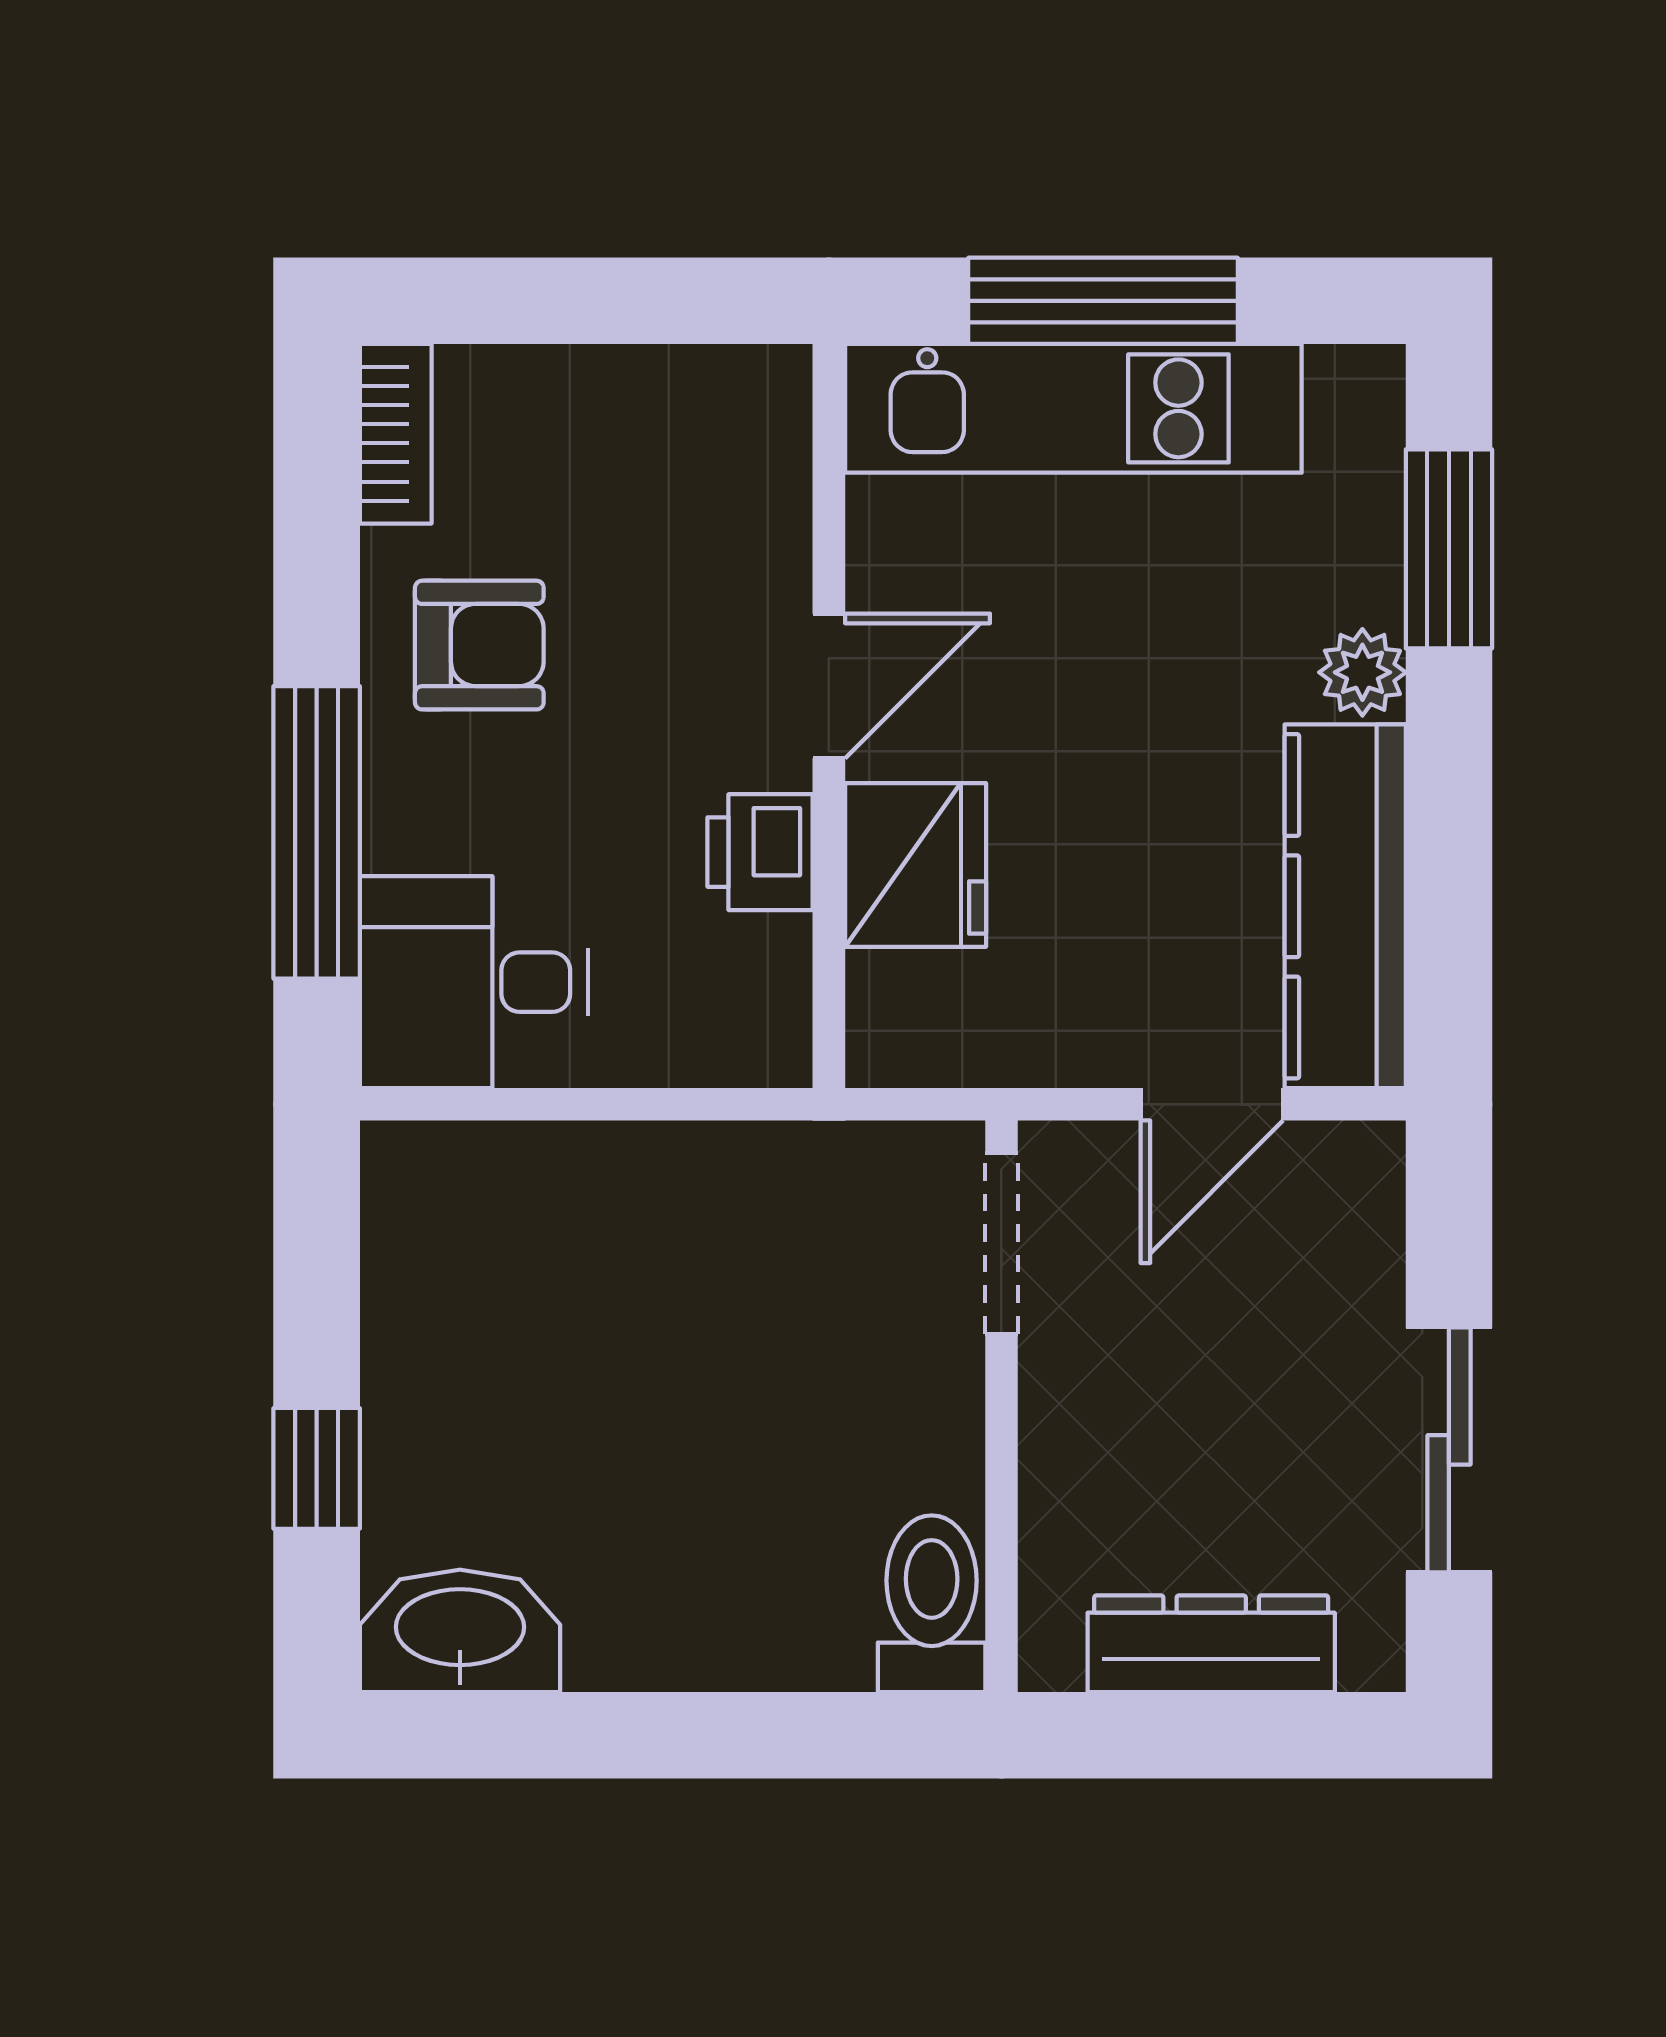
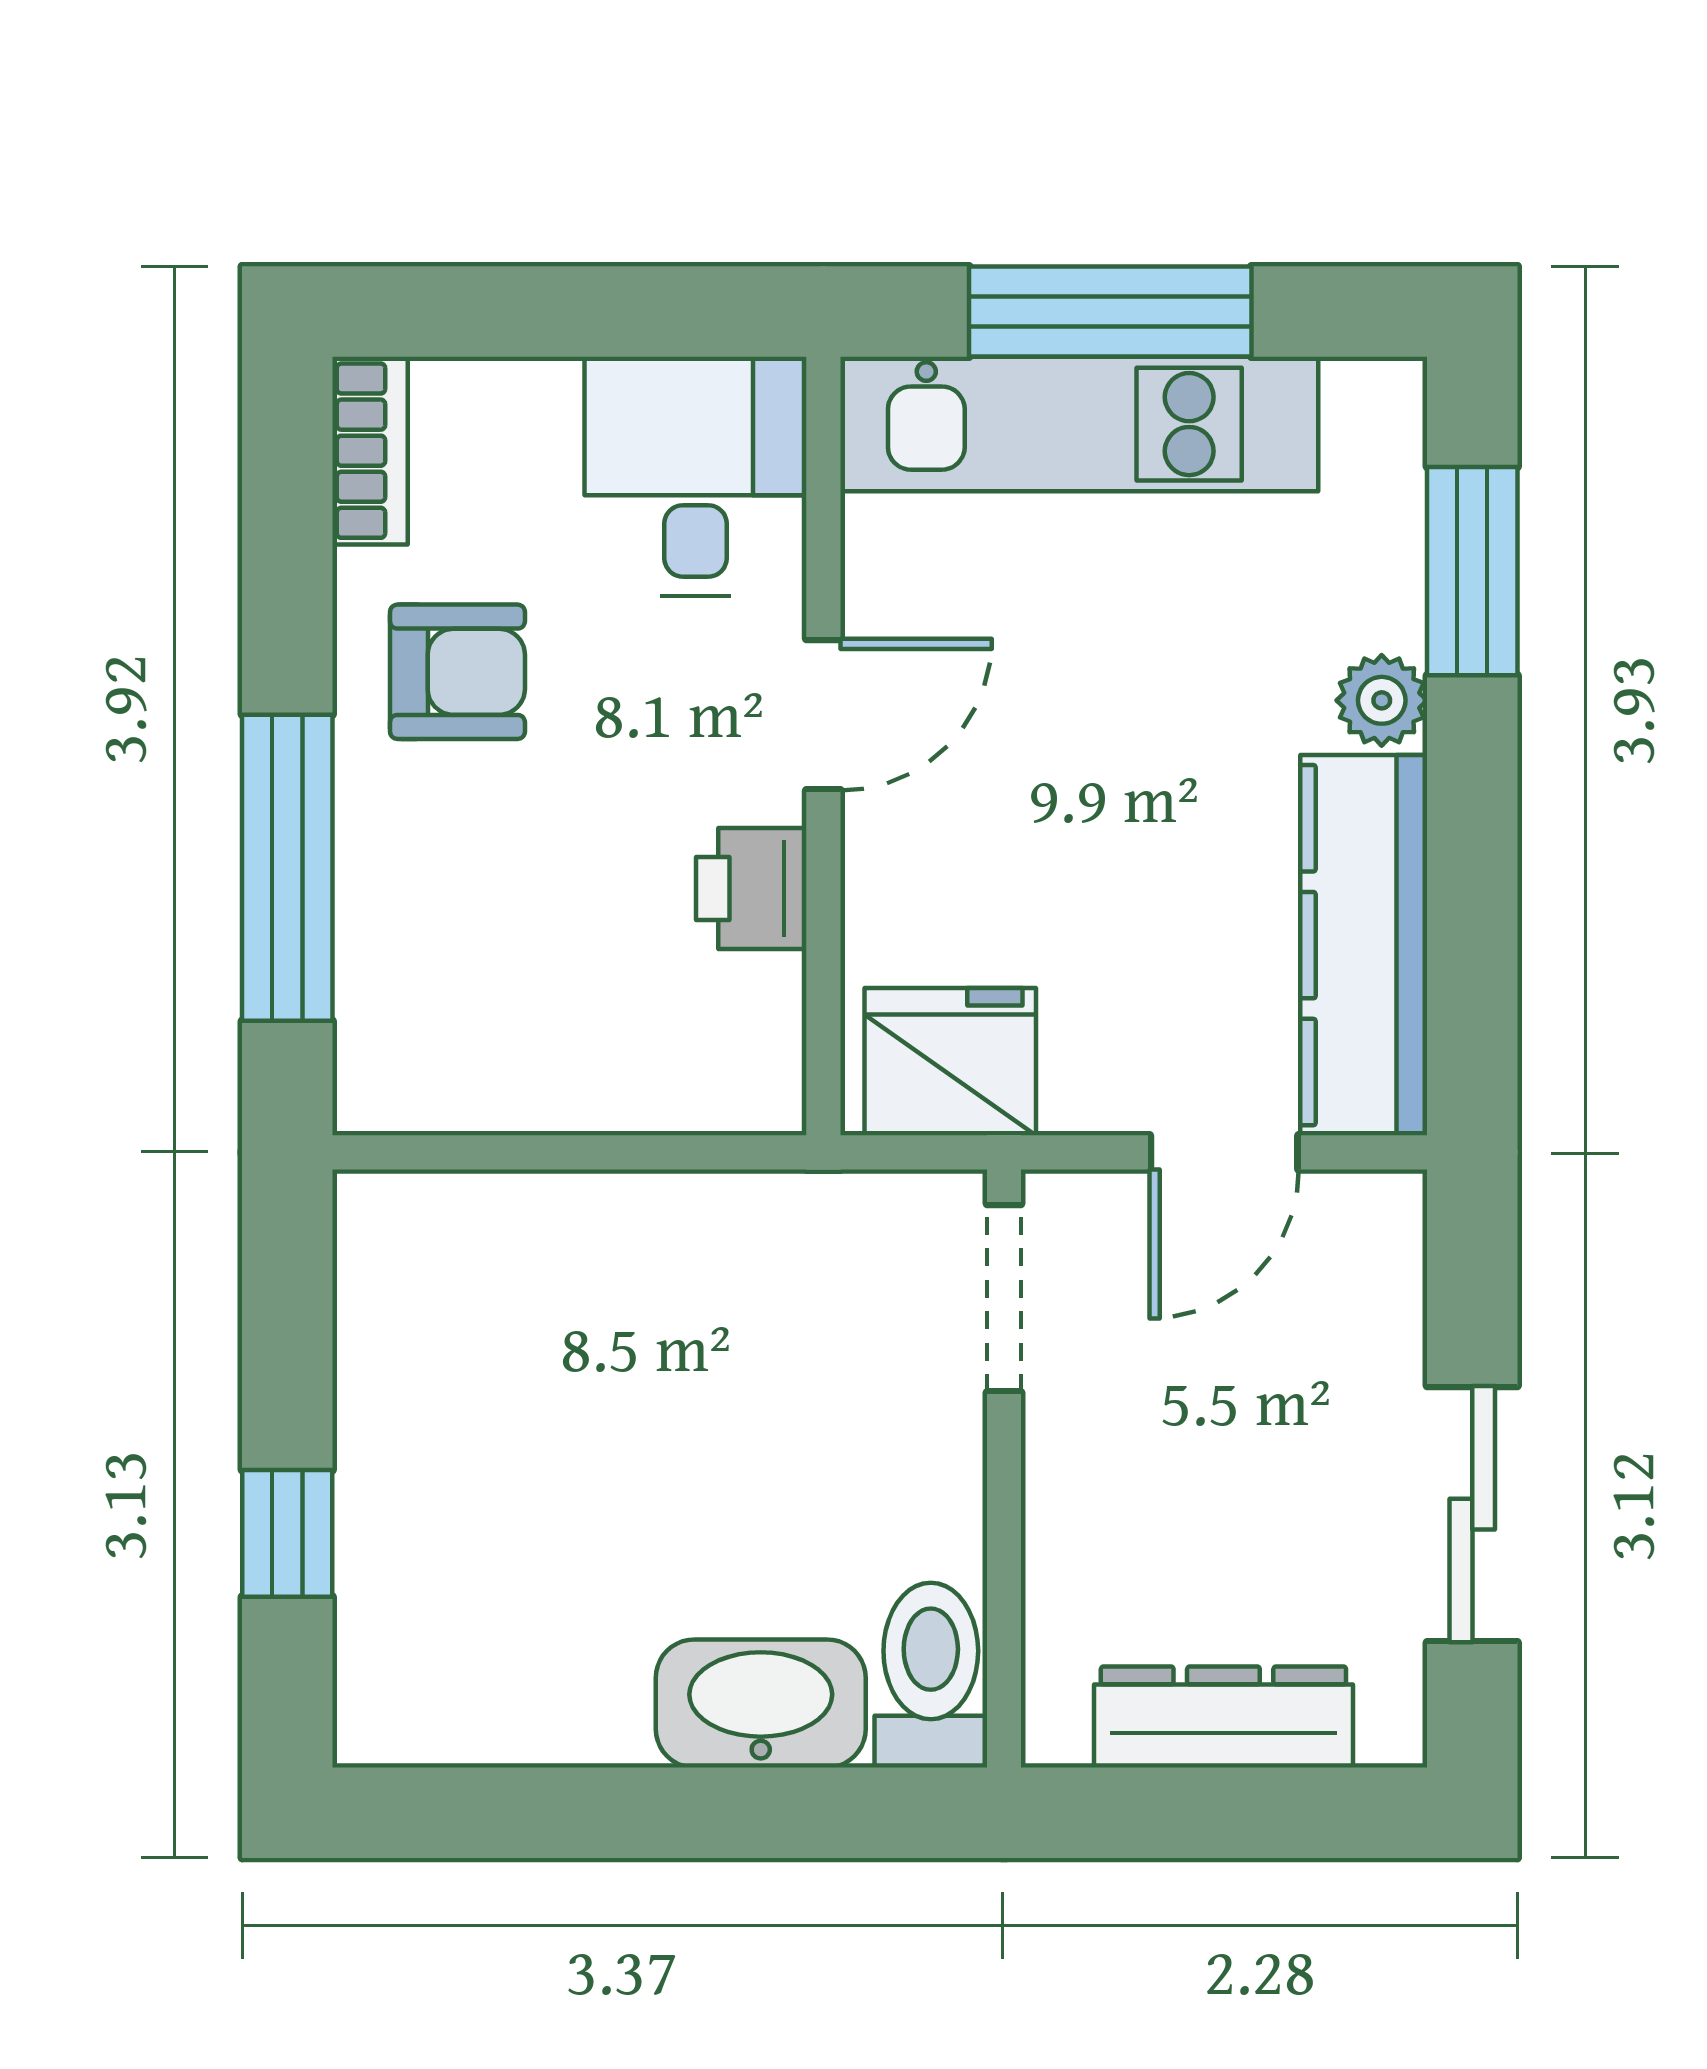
fridge: (916, 865) -> (950, 1062), moved, turned -90
desk: (474, 982) -> (696, 476), moved, turned 90
washbasin: (460, 1631) -> (761, 1703), moved

